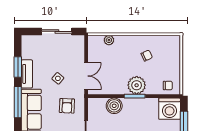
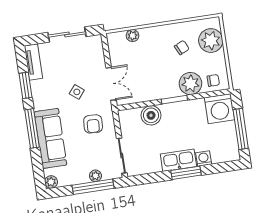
plant: (171, 53) -> (211, 41), added
tv unit: (27, 74) -> (33, 62), moved
plant: (137, 85) -> (190, 84), moved

